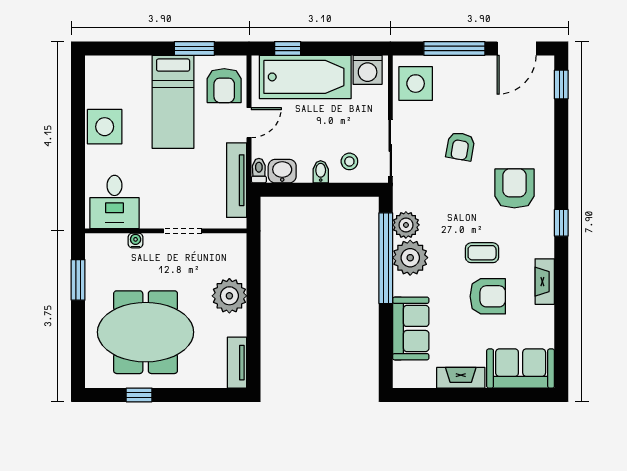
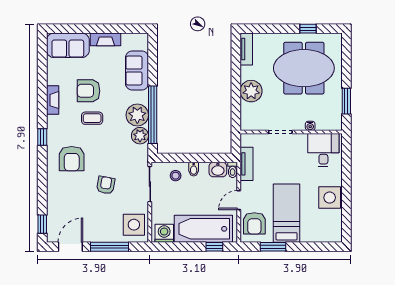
armchair: (224, 86) -> (254, 223), turned 180
tv unit: (237, 180) -> (247, 164), width x0.71

